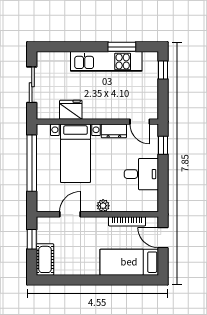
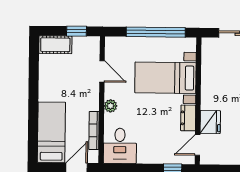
fridge: (71, 110) -> (210, 122), moved
desk: (141, 174) -> (120, 146), moved

